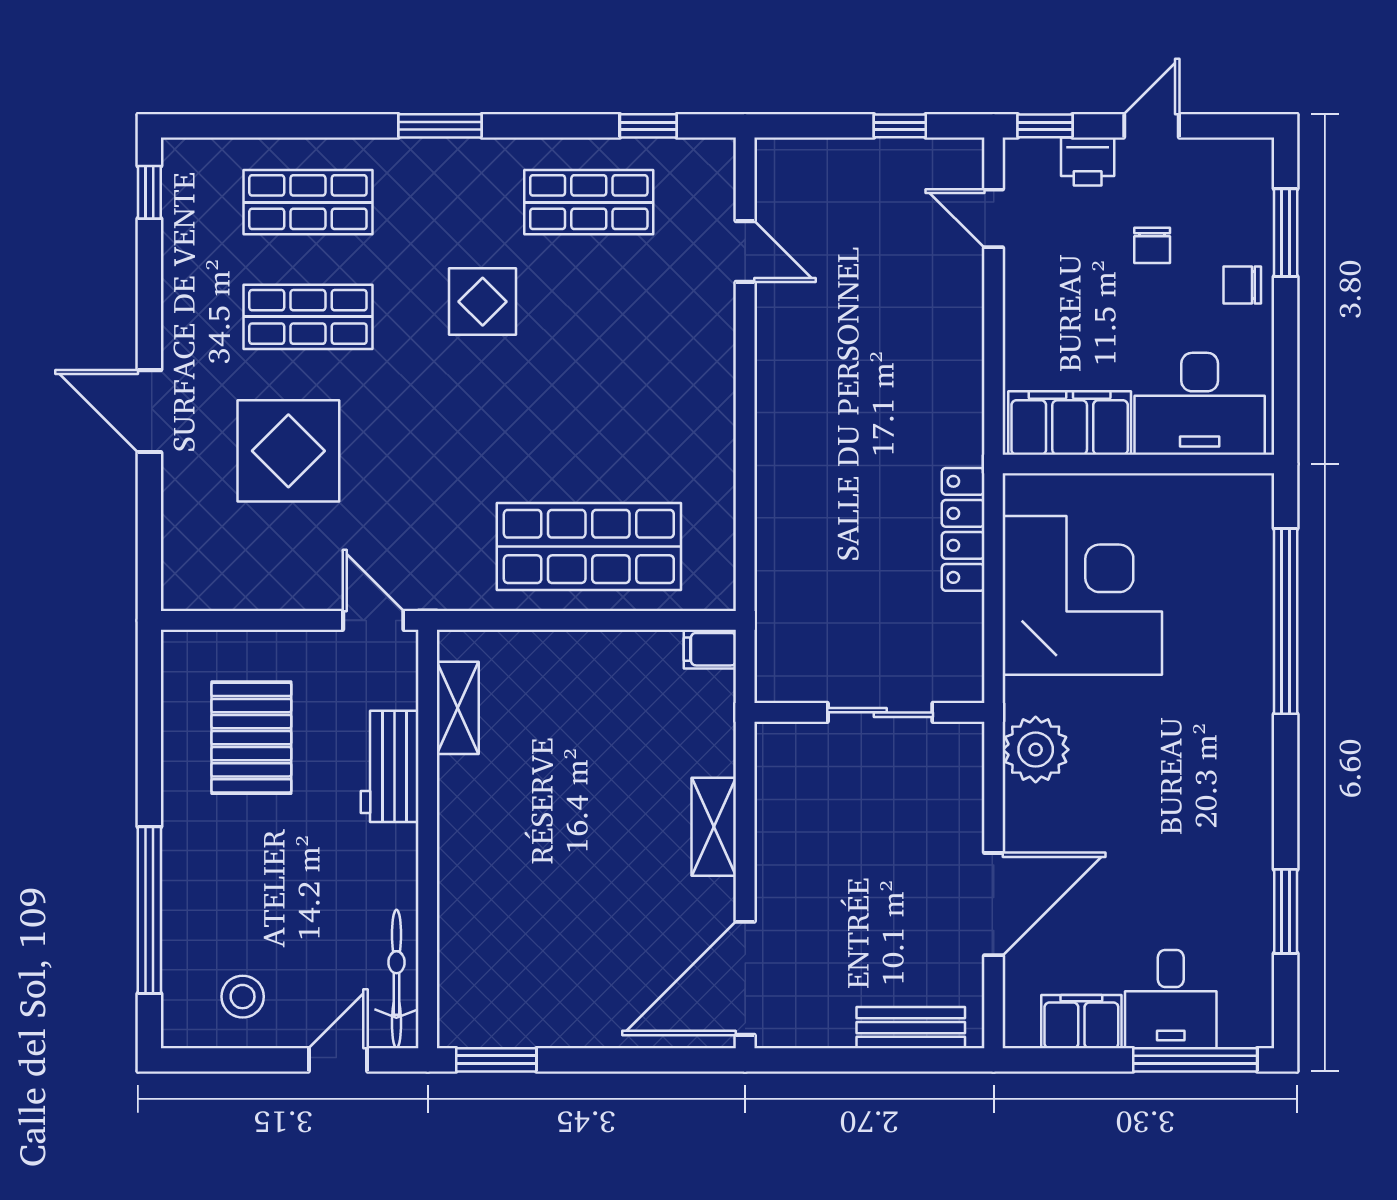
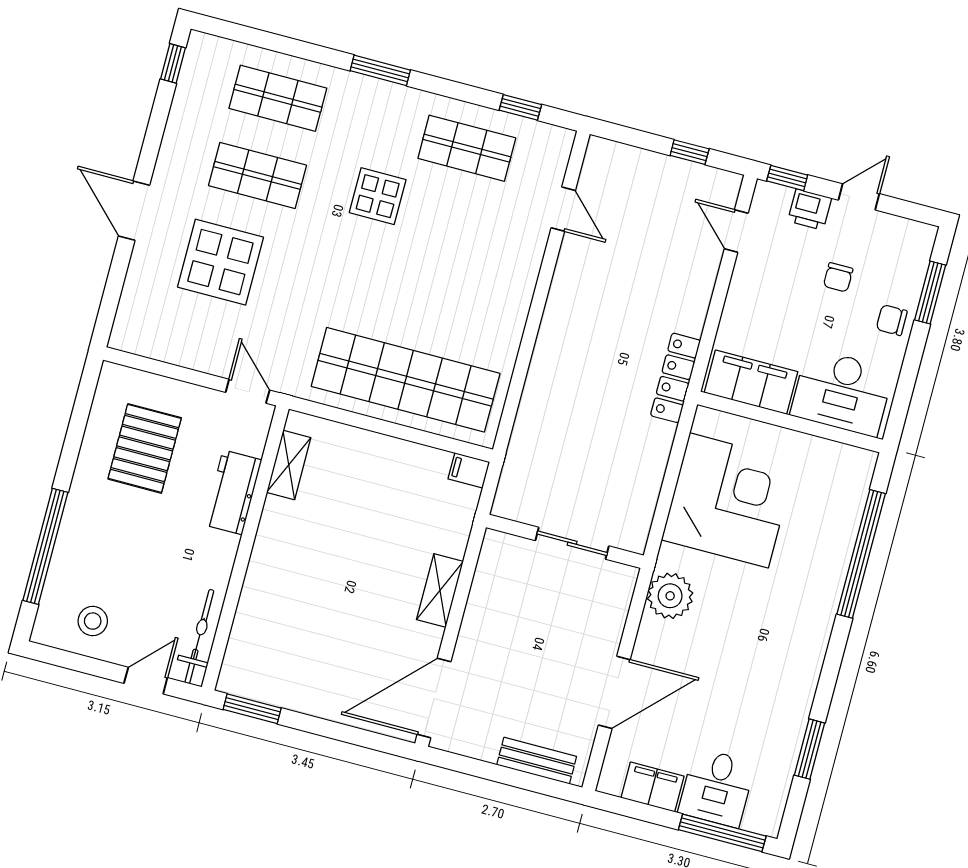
locker: (963, 529) -> (675, 378), moved
shop shelf: (589, 546) -> (406, 380), width x1.40

